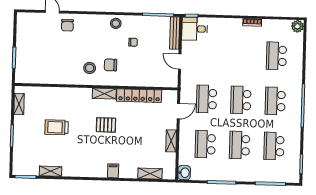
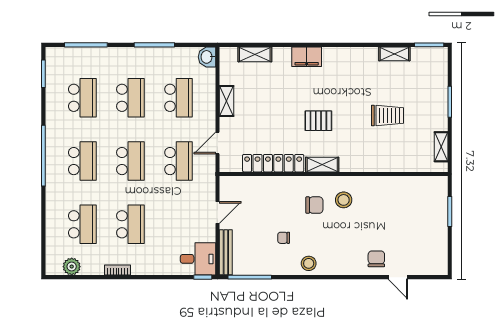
plant: (297, 26) -> (72, 267), moved
school desk: (242, 55) -> (130, 224), added
door: (180, 62) -> (218, 212), hinge flipped
filing cabinet: (113, 171) -> (307, 57), width x2.00

